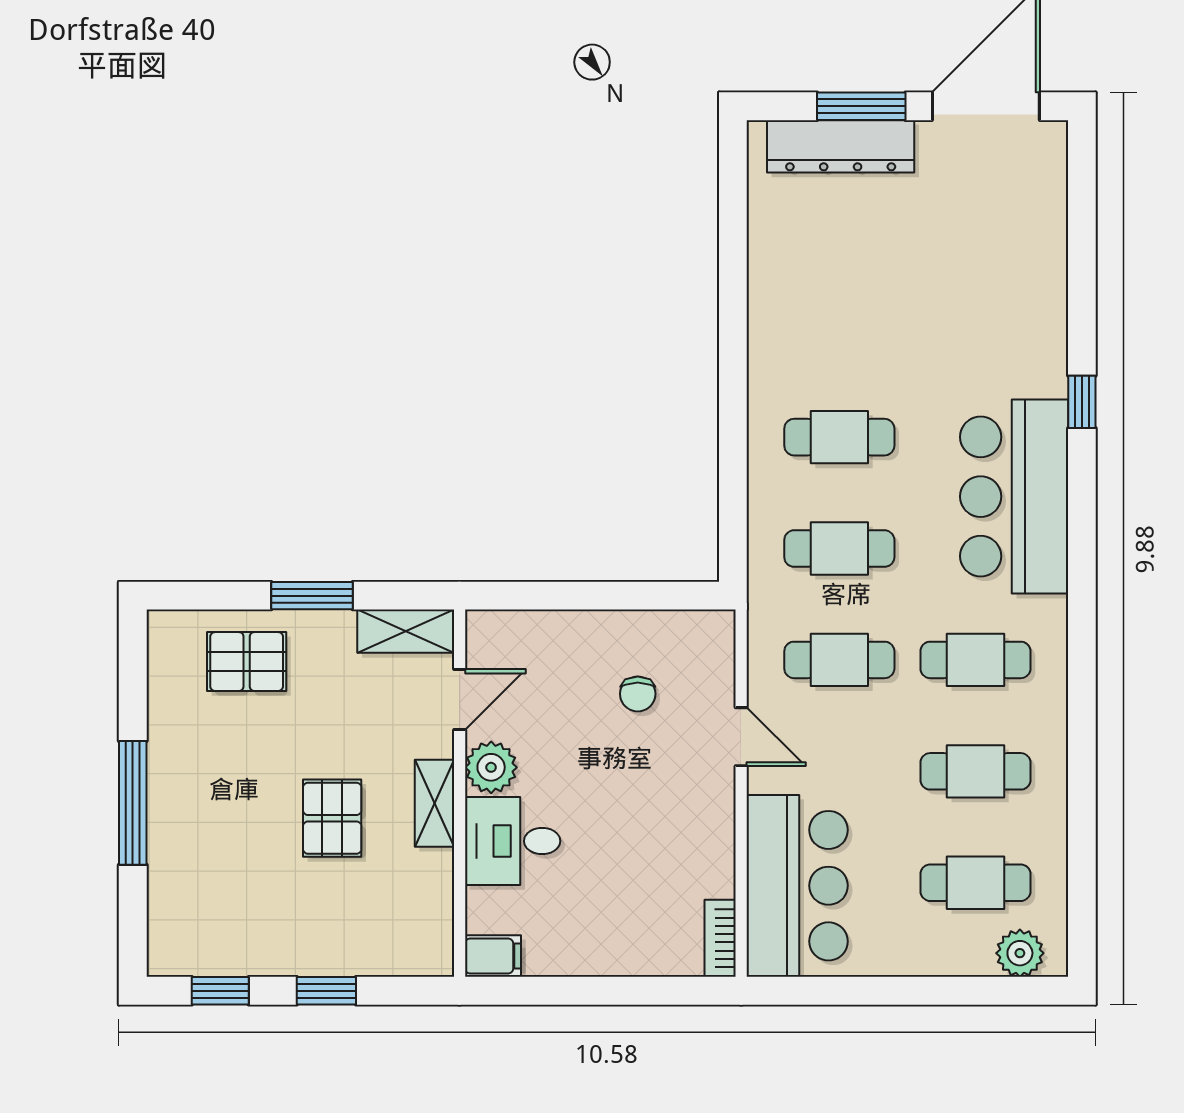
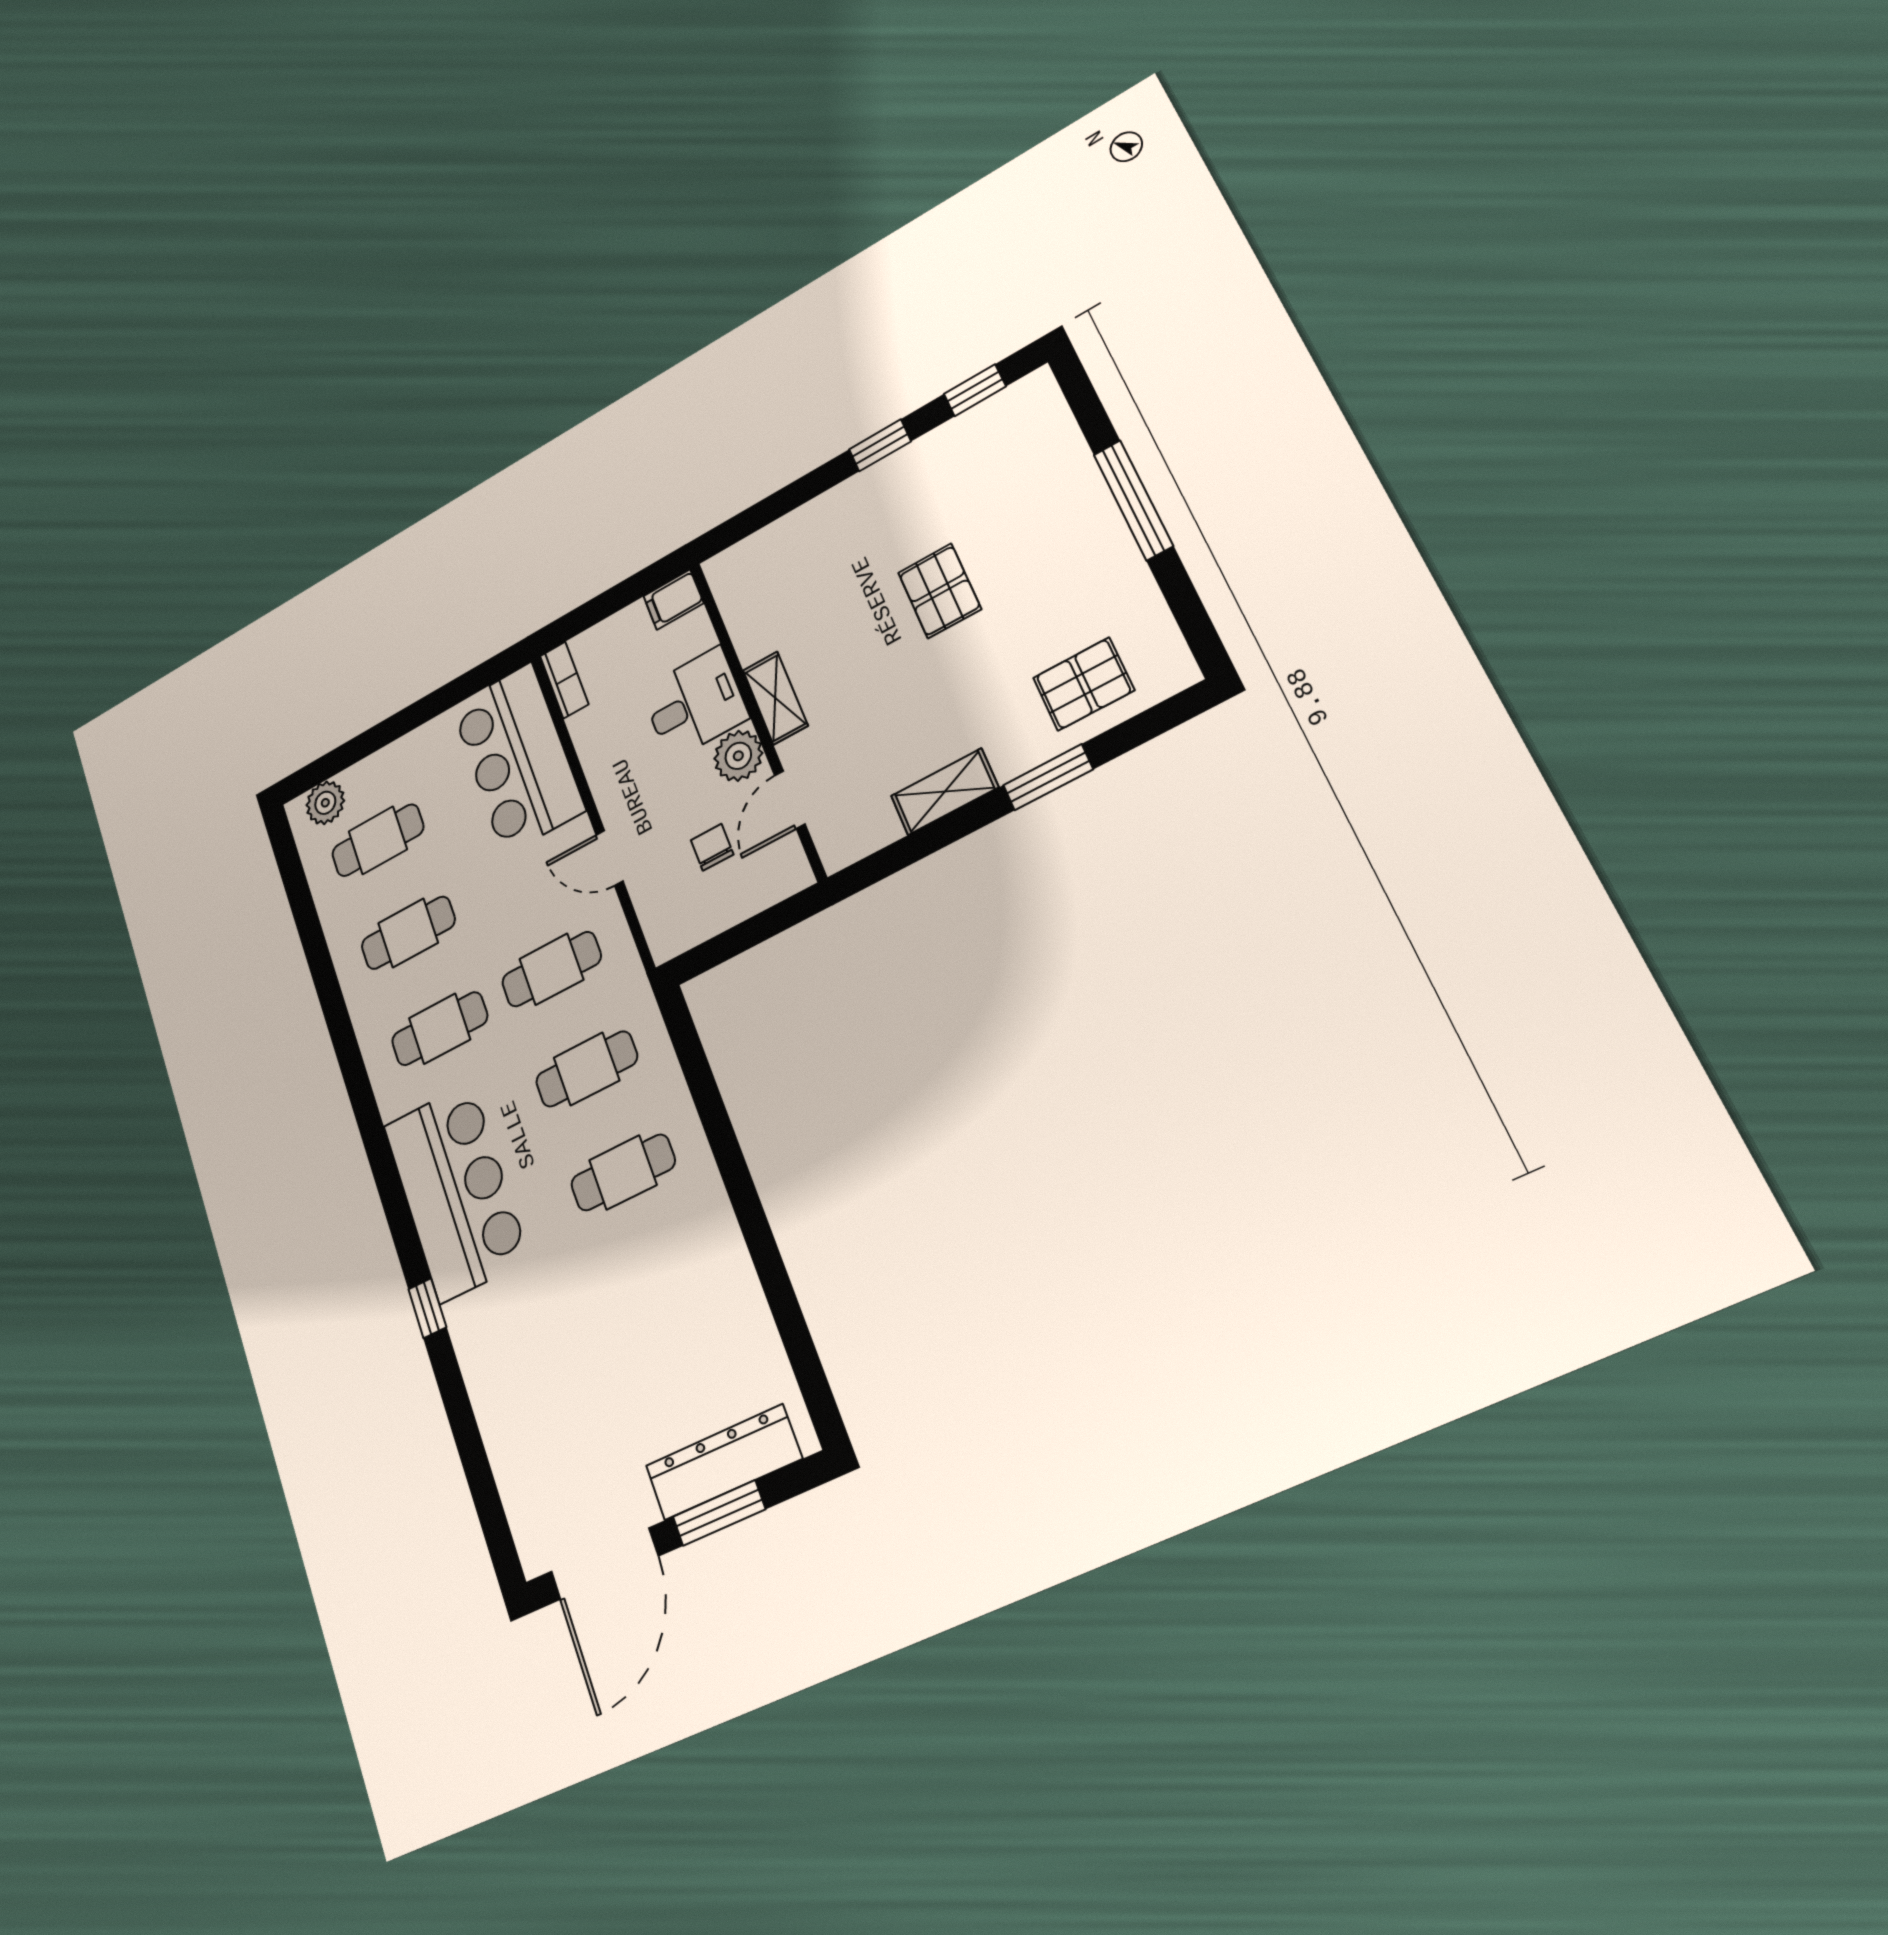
door: (460, 699) -> (790, 800), moved
plant: (491, 767) -> (738, 756), moved
wall: (460, 793) -> (757, 719), moved
shelving: (434, 803) -> (775, 698), moved
desk: (513, 841) -> (695, 704), moved
filing cabinet: (493, 956) -> (674, 600), moved

